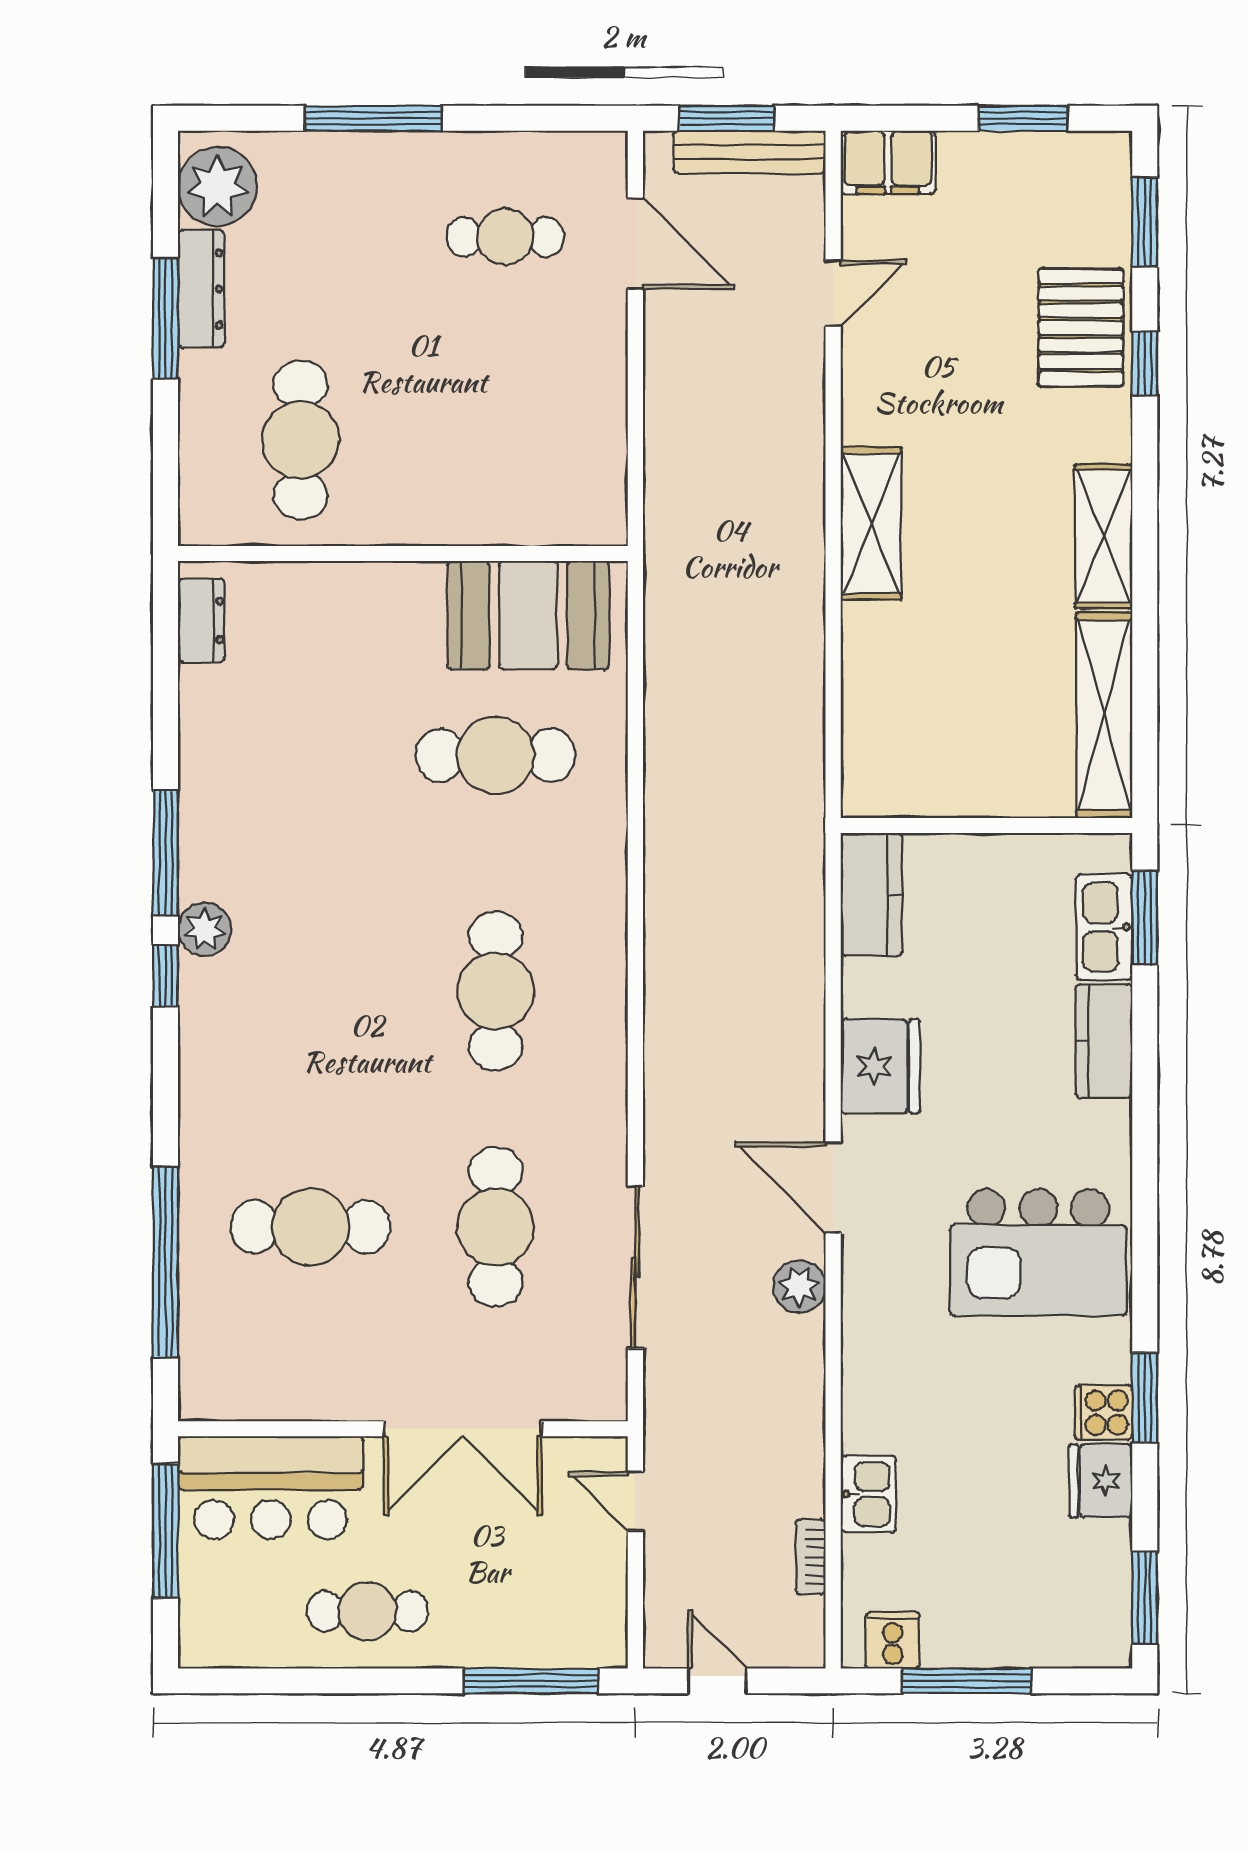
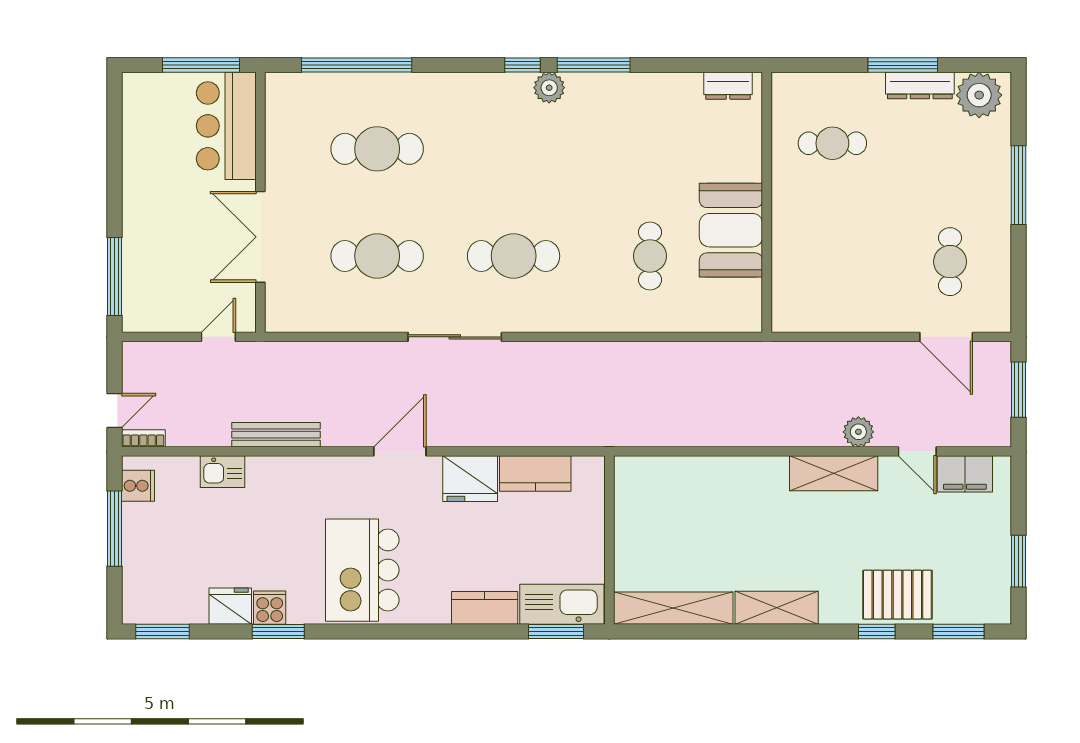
bench: (749, 152) -> (276, 435), moved, turned 90
filing cabinet: (888, 162) -> (965, 474), moved, turned -90
door: (635, 243) -> (946, 337), hinge flipped
cafe table: (301, 440) -> (832, 143), width x0.73, depth x0.74
shelving: (871, 523) -> (834, 473), moved
booth: (528, 615) -> (731, 230), moved
cafe table: (496, 755) -> (650, 256), width x0.73, depth x0.74
kitchen counter: (871, 894) -> (535, 473), moved
kitchen sink: (1104, 927) -> (562, 604), width x1.36, depth x1.24
cafe table: (310, 1227) -> (377, 149), turned 90
sliding door: (635, 1267) -> (455, 337), moved
plant: (799, 1286) -> (858, 432), moved
bookcase: (811, 1557) -> (143, 438), moved
cafe table: (367, 1611) -> (155, 182), removed
door: (717, 1681) -> (114, 410), moved

